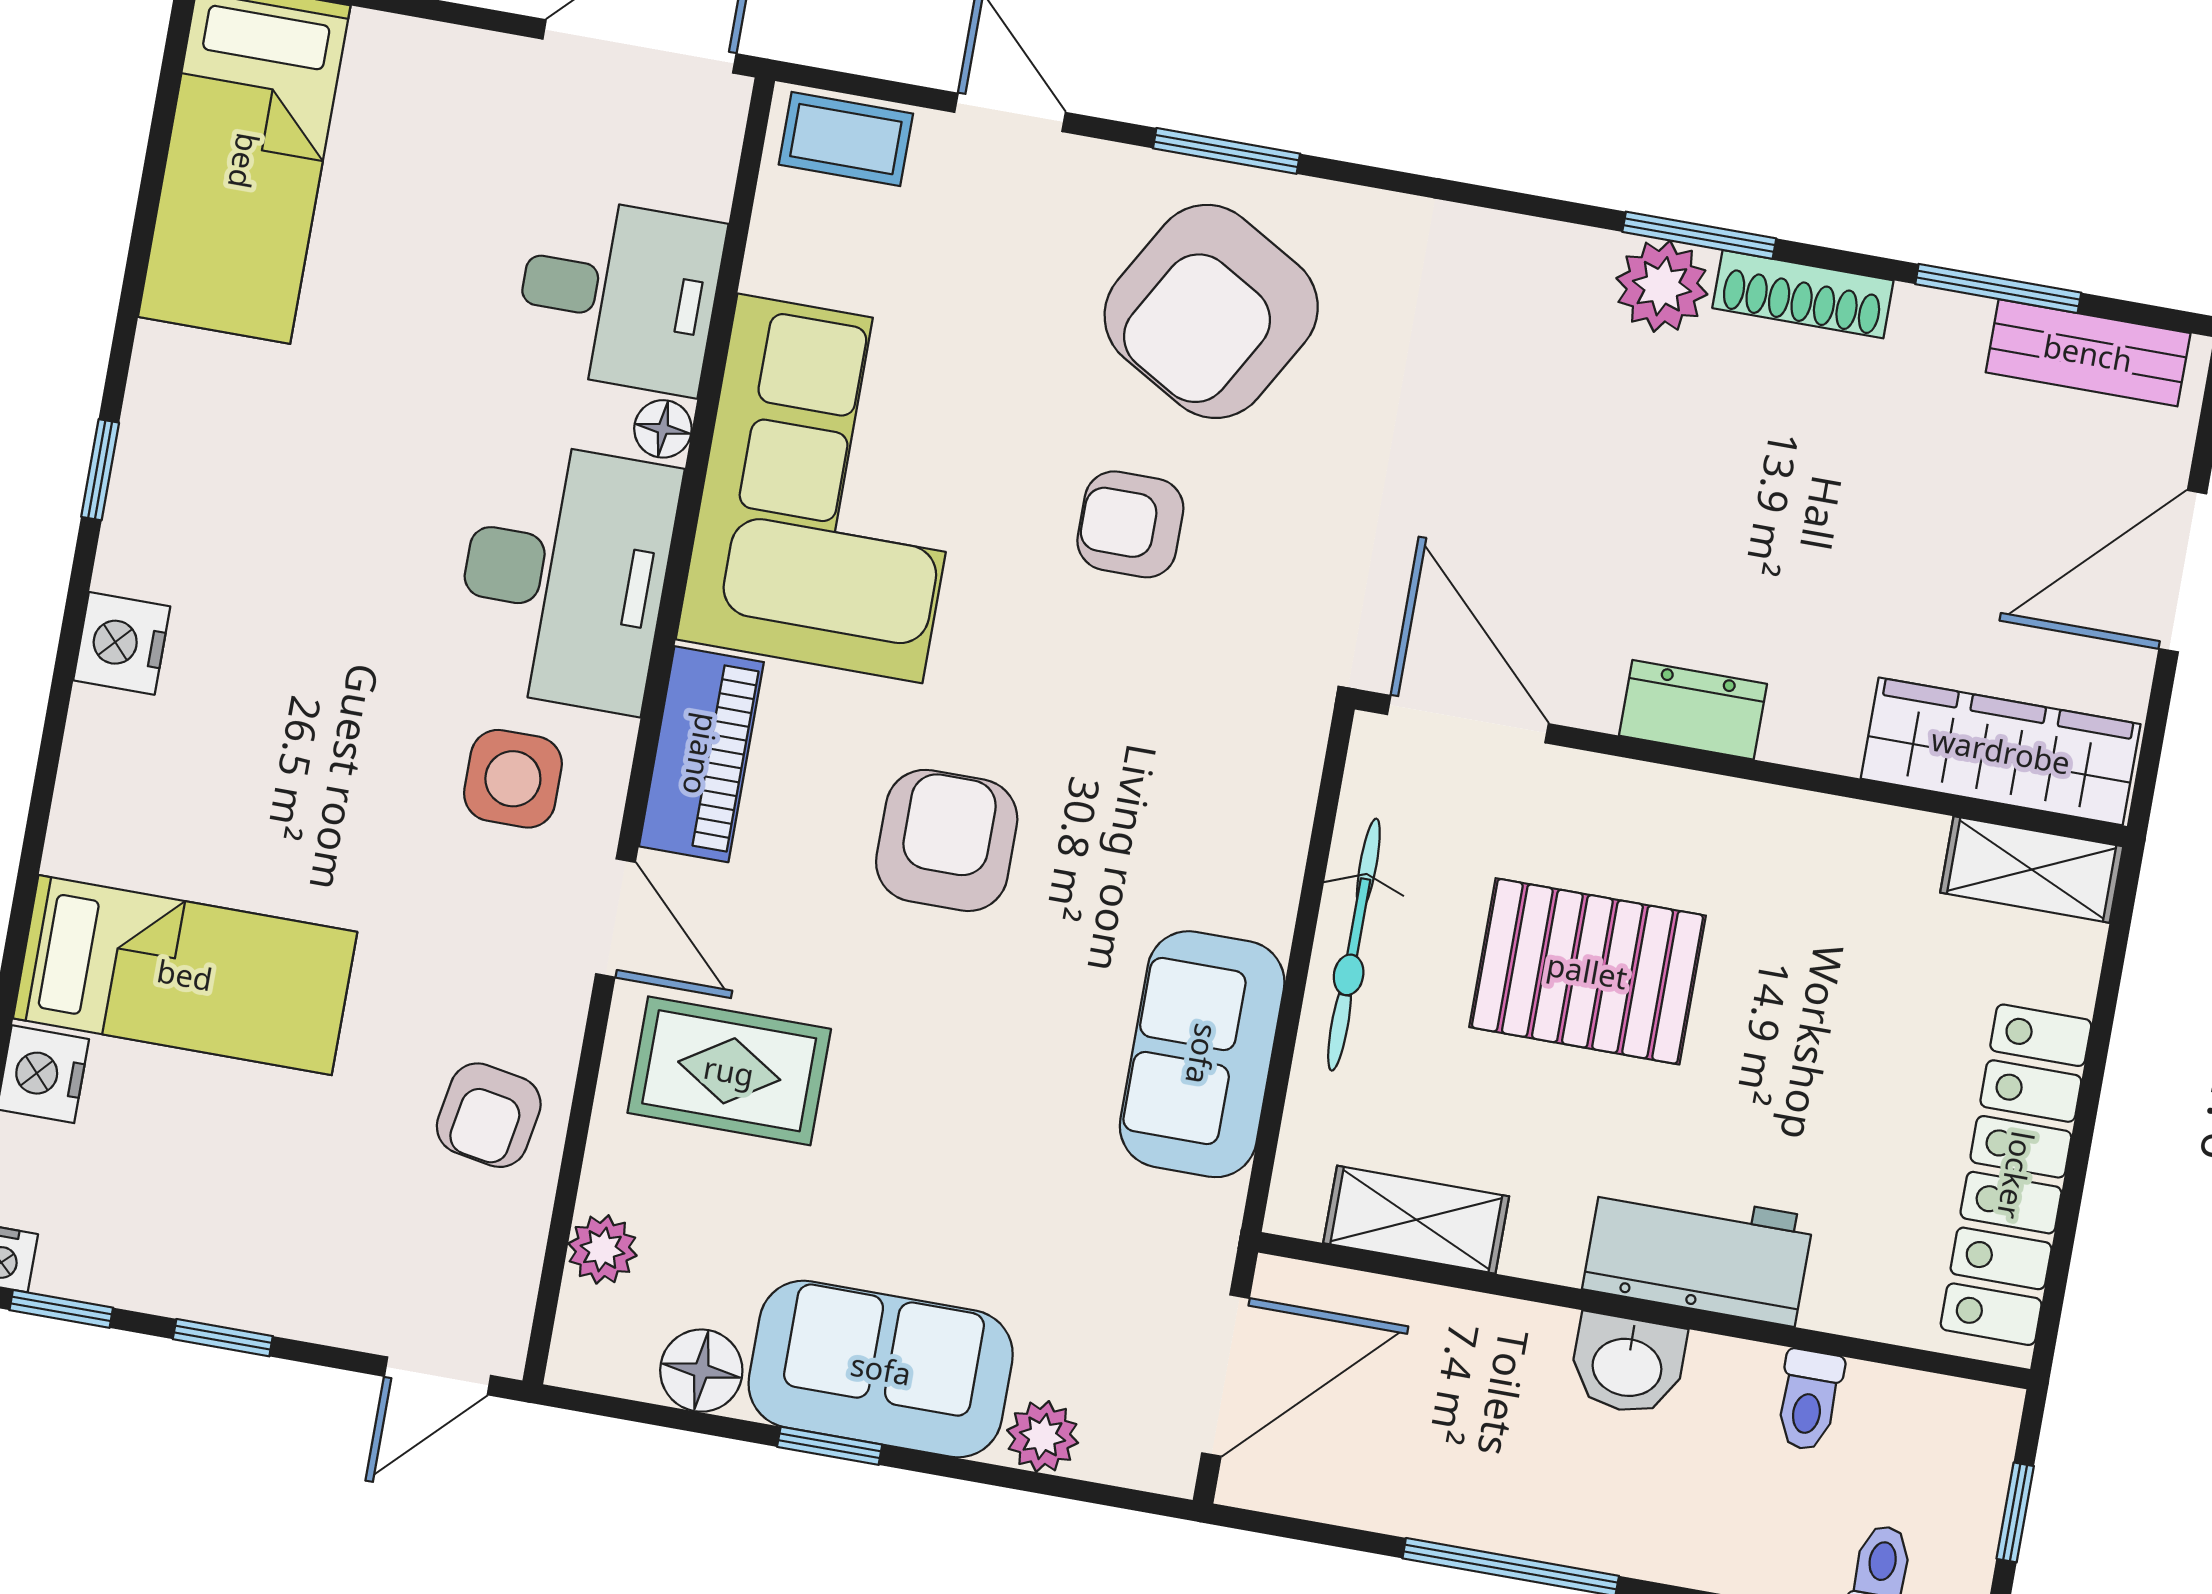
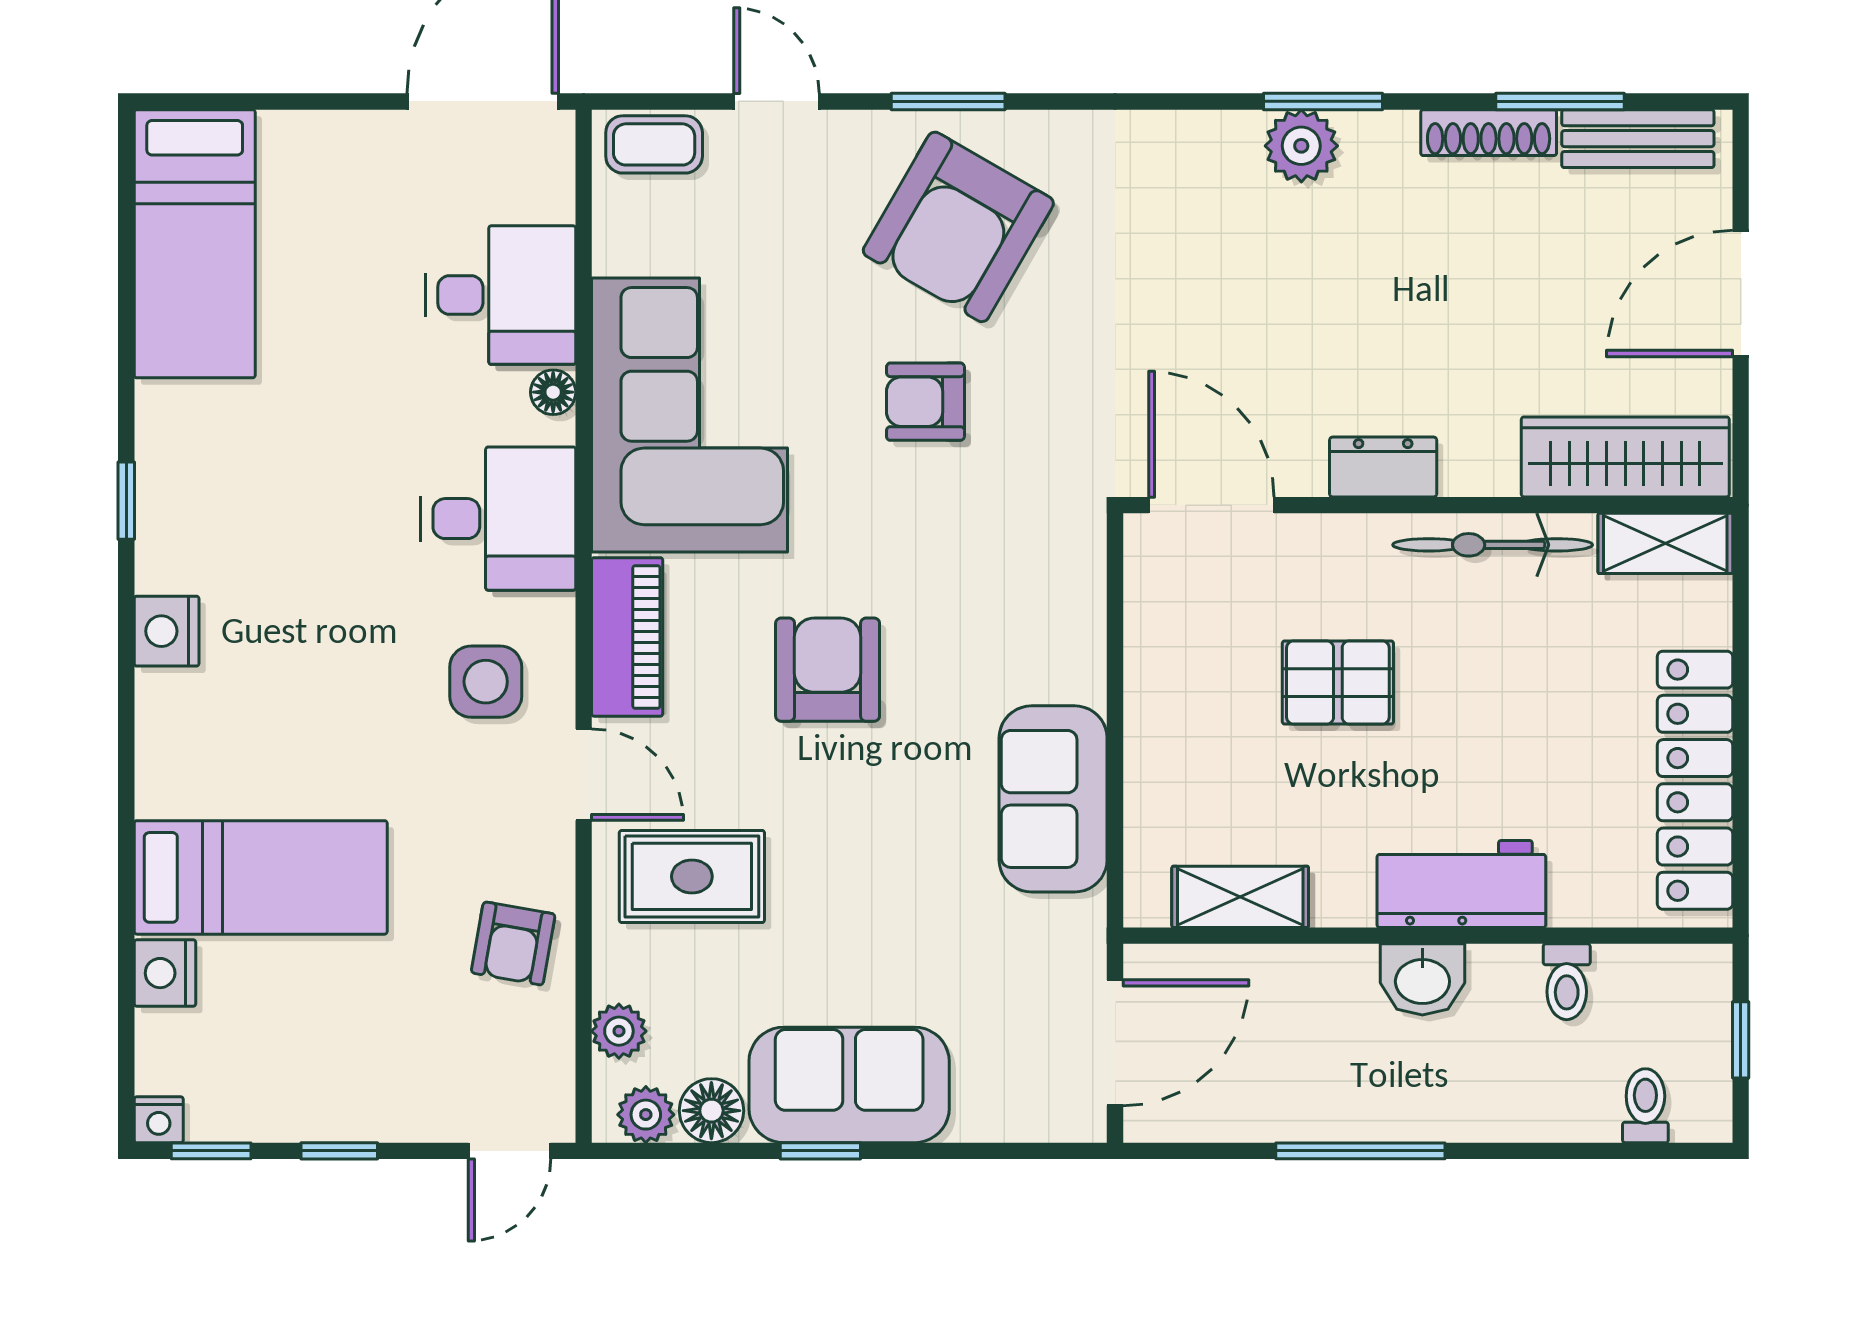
shoe rack: (1803, 294) -> (1489, 133), moved
desk: (565, 576) -> (498, 519), width x0.73
bicycle: (1354, 945) -> (1493, 545), moved, turned 90
pallet: (1587, 971) -> (1338, 683), width x0.67, depth x0.71
plant: (1043, 1436) -> (646, 1115), moved

